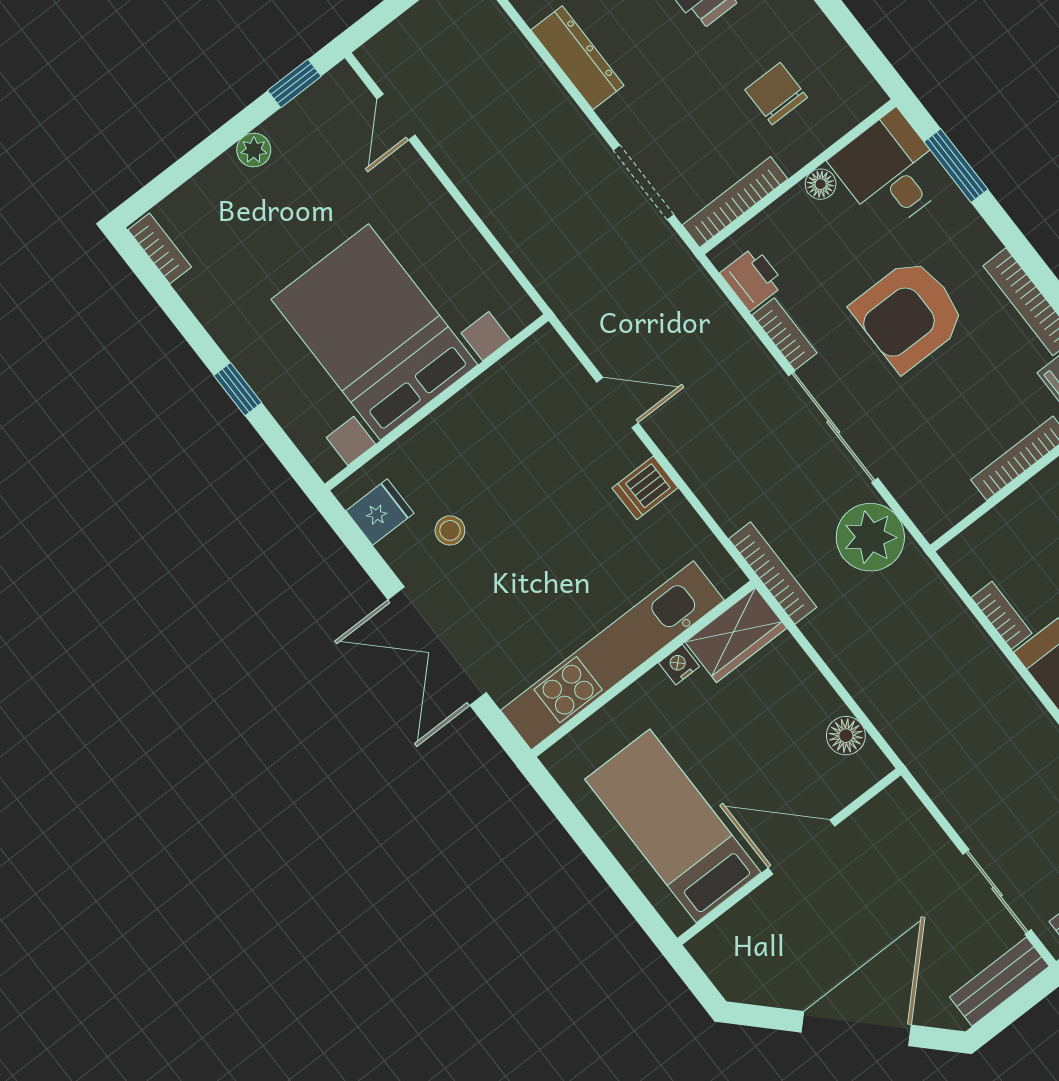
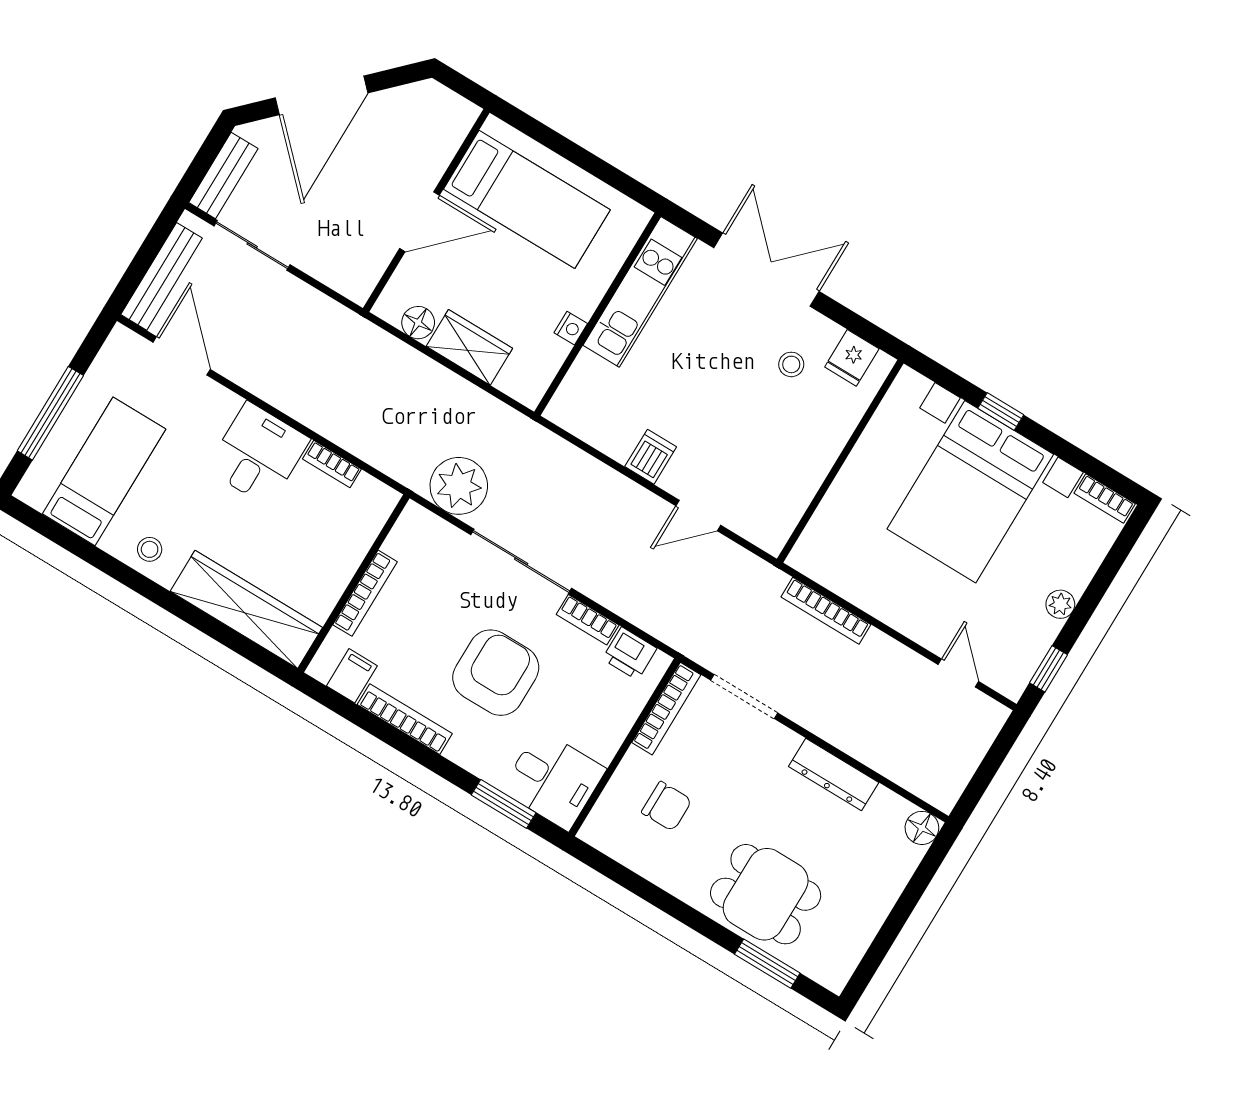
floor lamp: (821, 184) -> (604, 748), removed
bed with nightstands: (374, 332) -> (970, 492), moved, turned 90
bookcase: (773, 573) -> (826, 611), moved
wardrobe: (736, 635) -> (469, 347), moved, turned 90
kitchen unit: (612, 655) -> (640, 292), width x0.73

